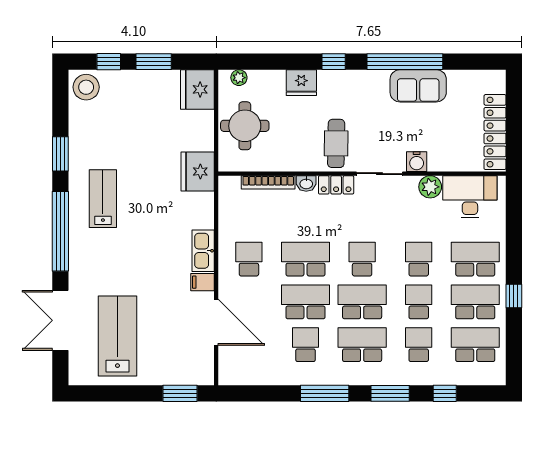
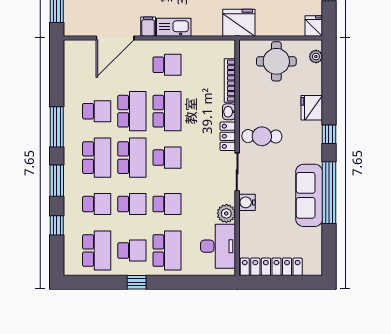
sofa: (418, 86) -> (309, 195), width x1.36
fridge: (197, 89) -> (314, 26), width x0.53, depth x0.75
school desk: (475, 302) -> (132, 251), width x0.54

